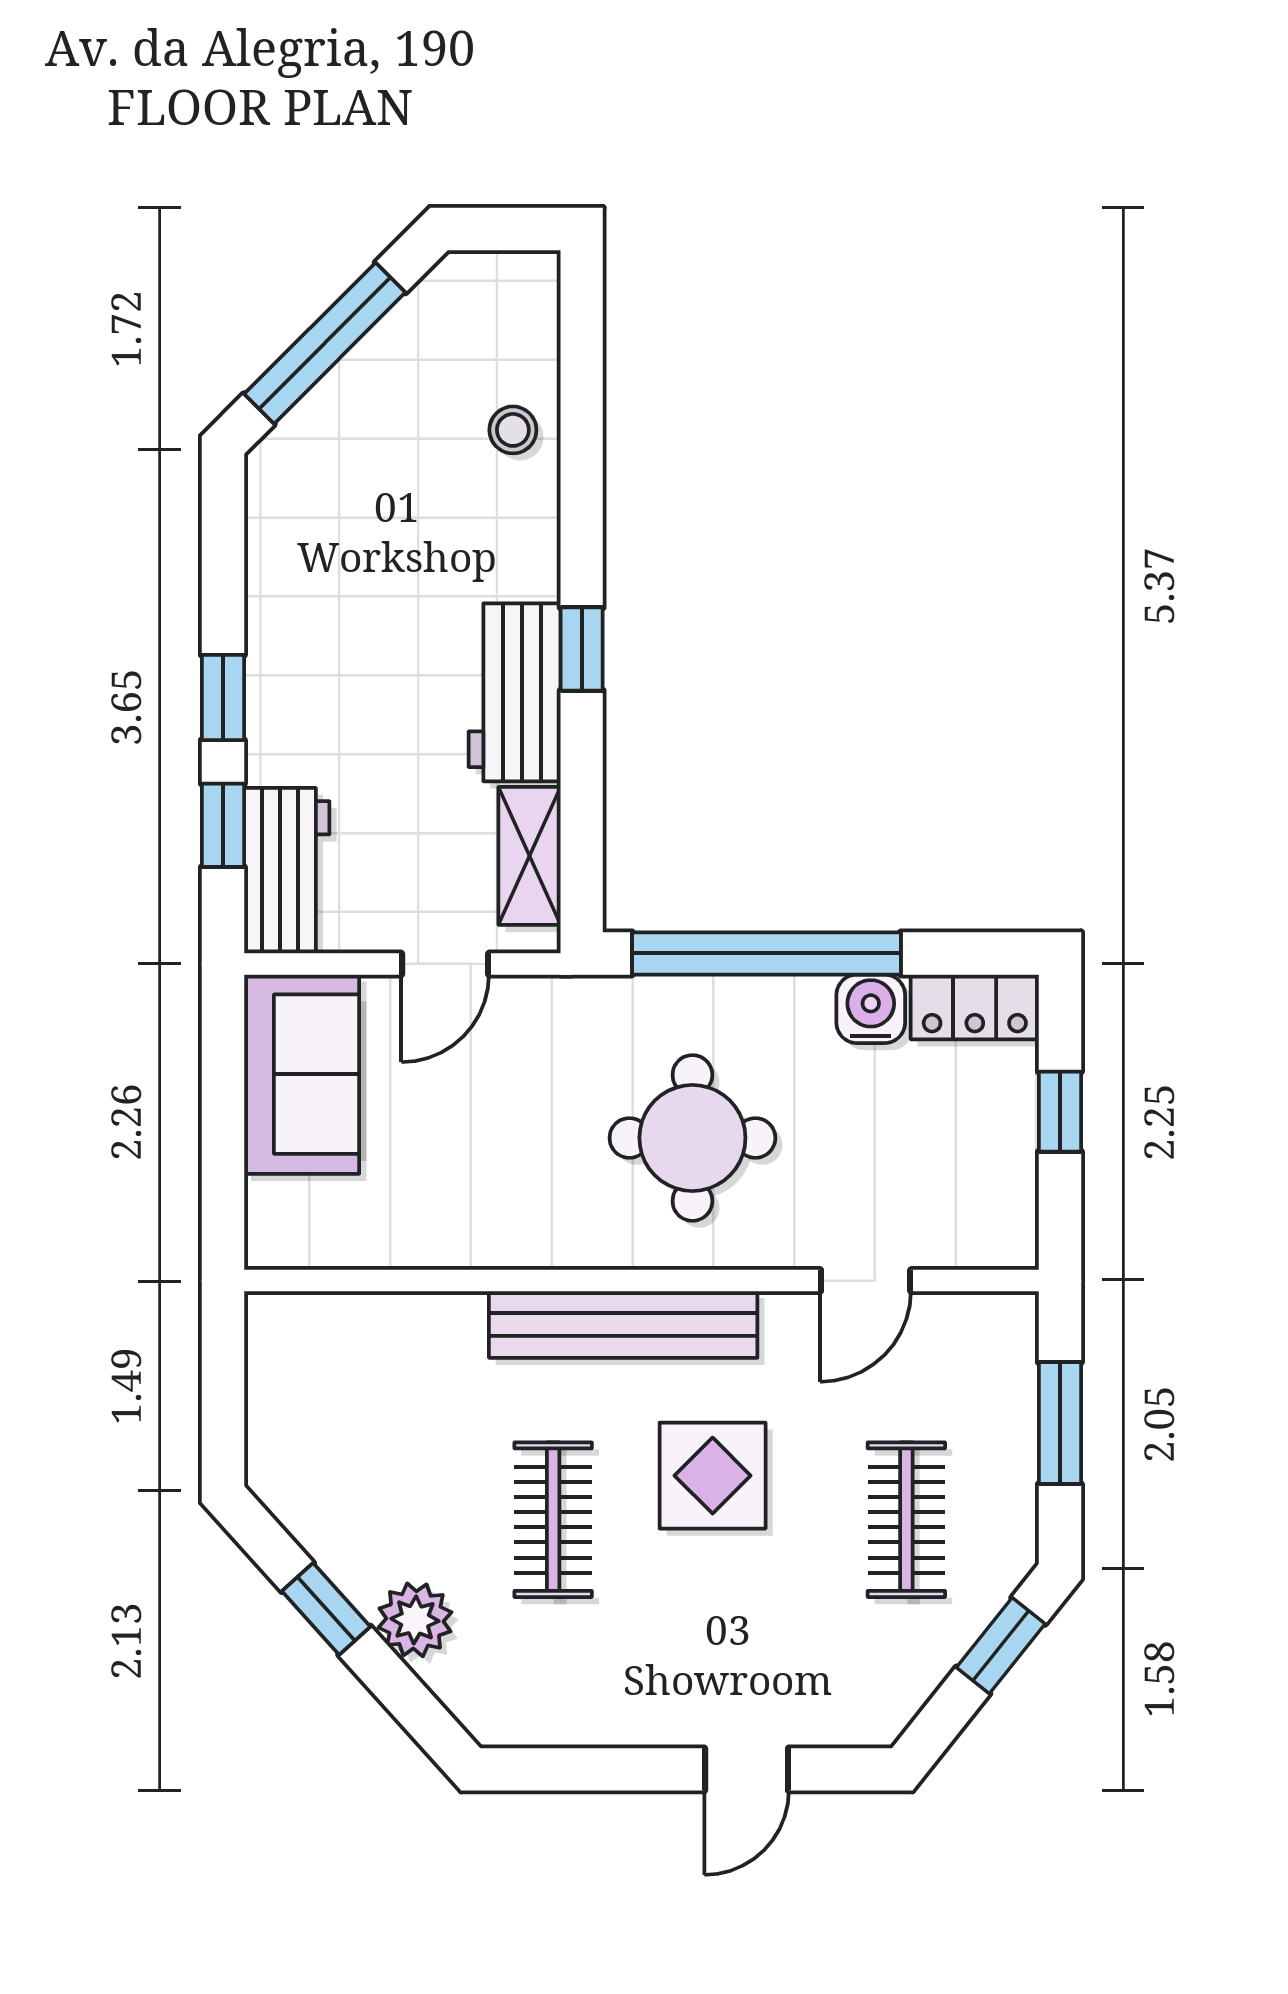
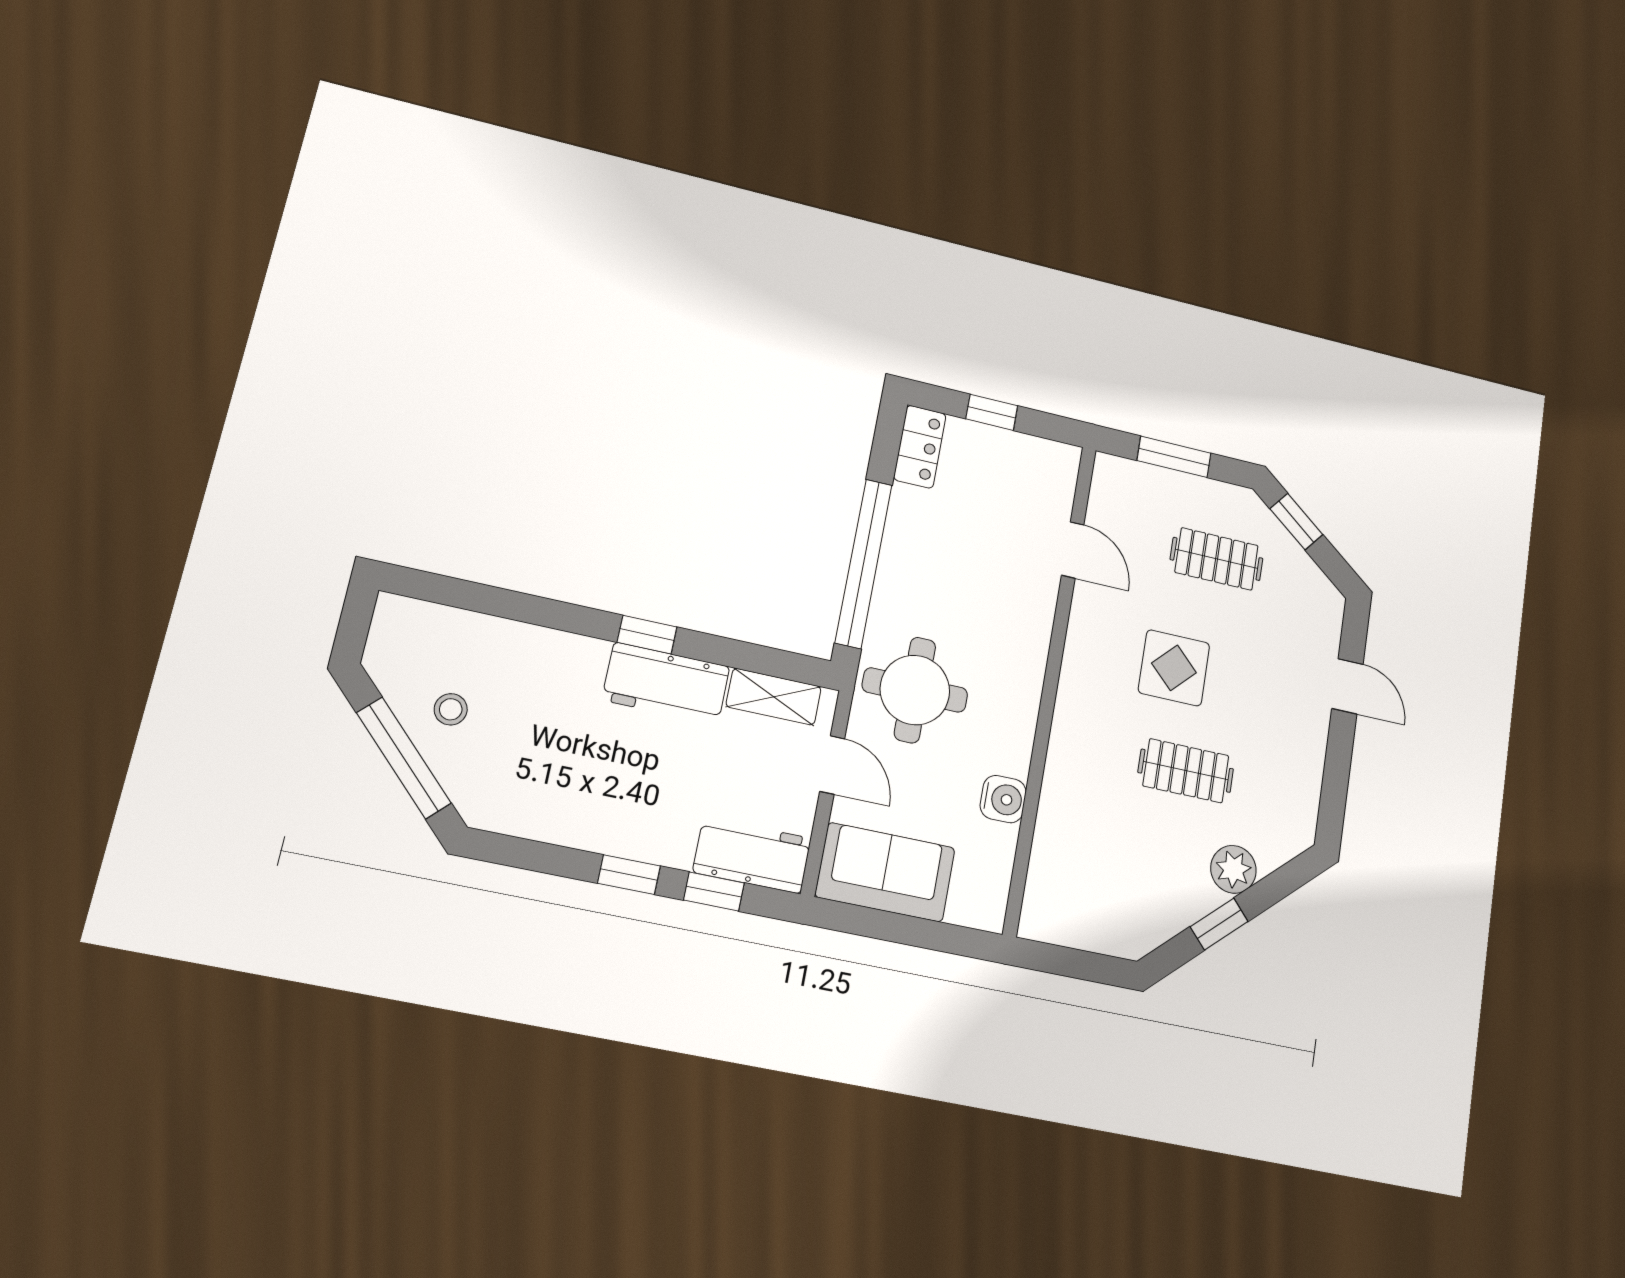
stool: (513, 430) -> (451, 709), moved
water cooler: (871, 1009) -> (1003, 799), moved, turned 180
round table: (692, 1138) -> (915, 690), moved
bench: (623, 1324) -> (1075, 702), removed

